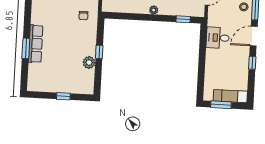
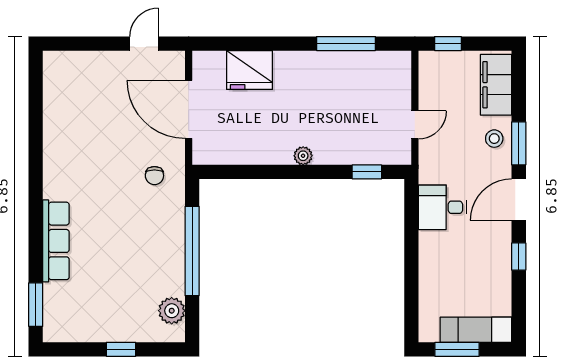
window: (26, 48) -> (36, 305), moved
window: (99, 52) -> (192, 251), width x3.17
plant: (89, 63) -> (172, 311), moved

